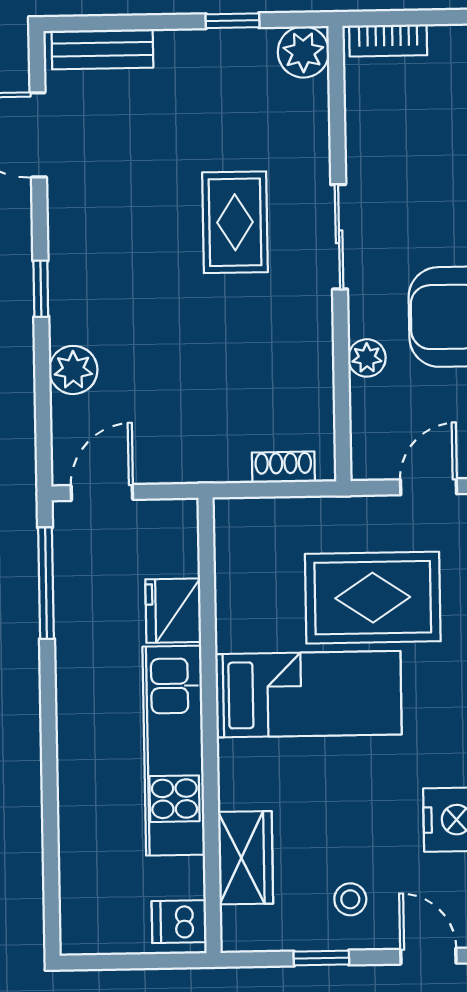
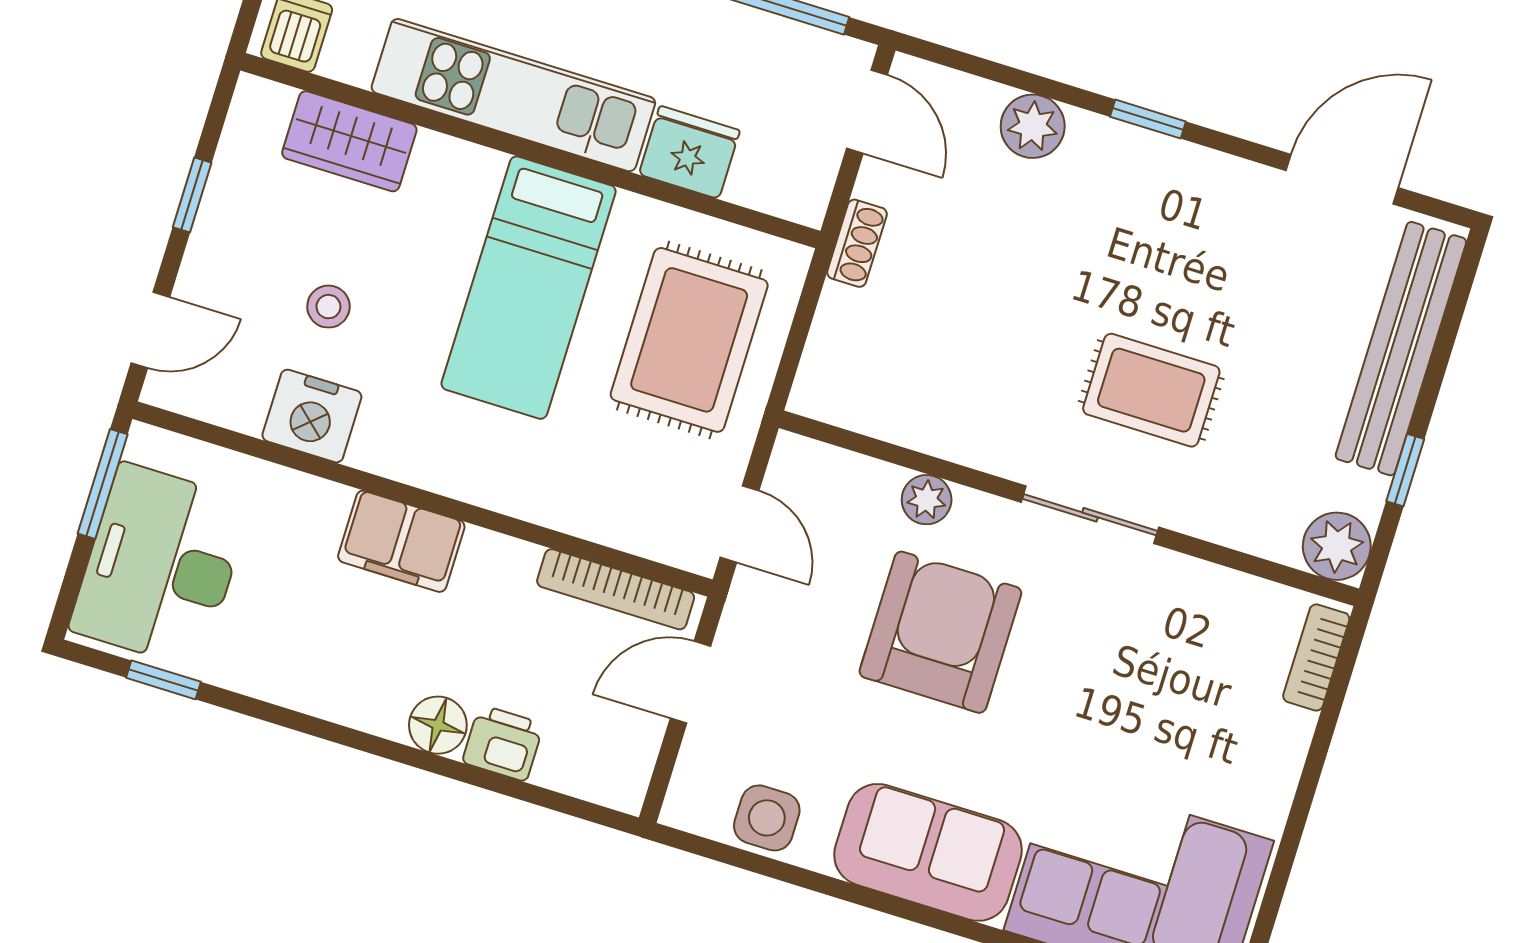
bench: (102, 49) -> (1401, 349), width x1.86, depth x1.21
shoe rack: (283, 467) -> (857, 243), moved
rug: (373, 598) -> (689, 340), moved
stool: (350, 899) -> (328, 307), moved

